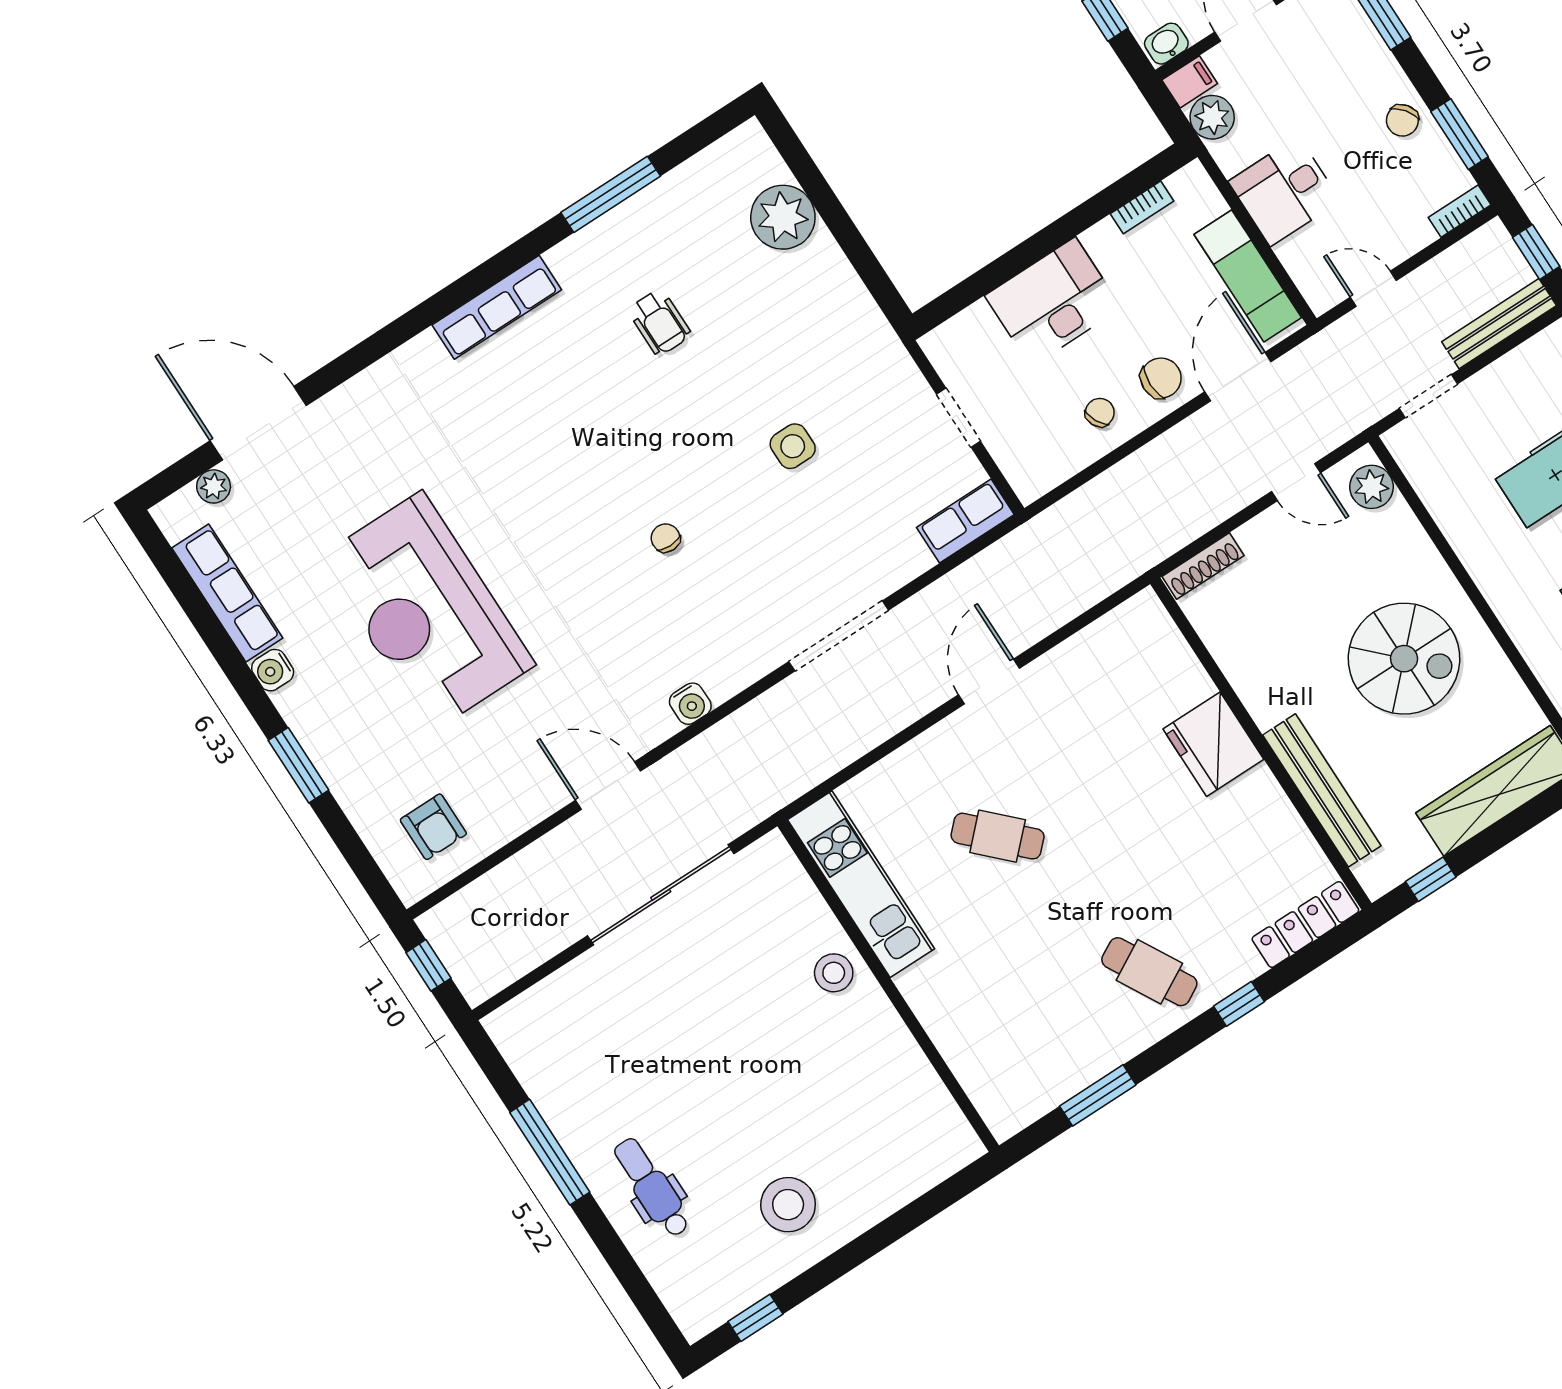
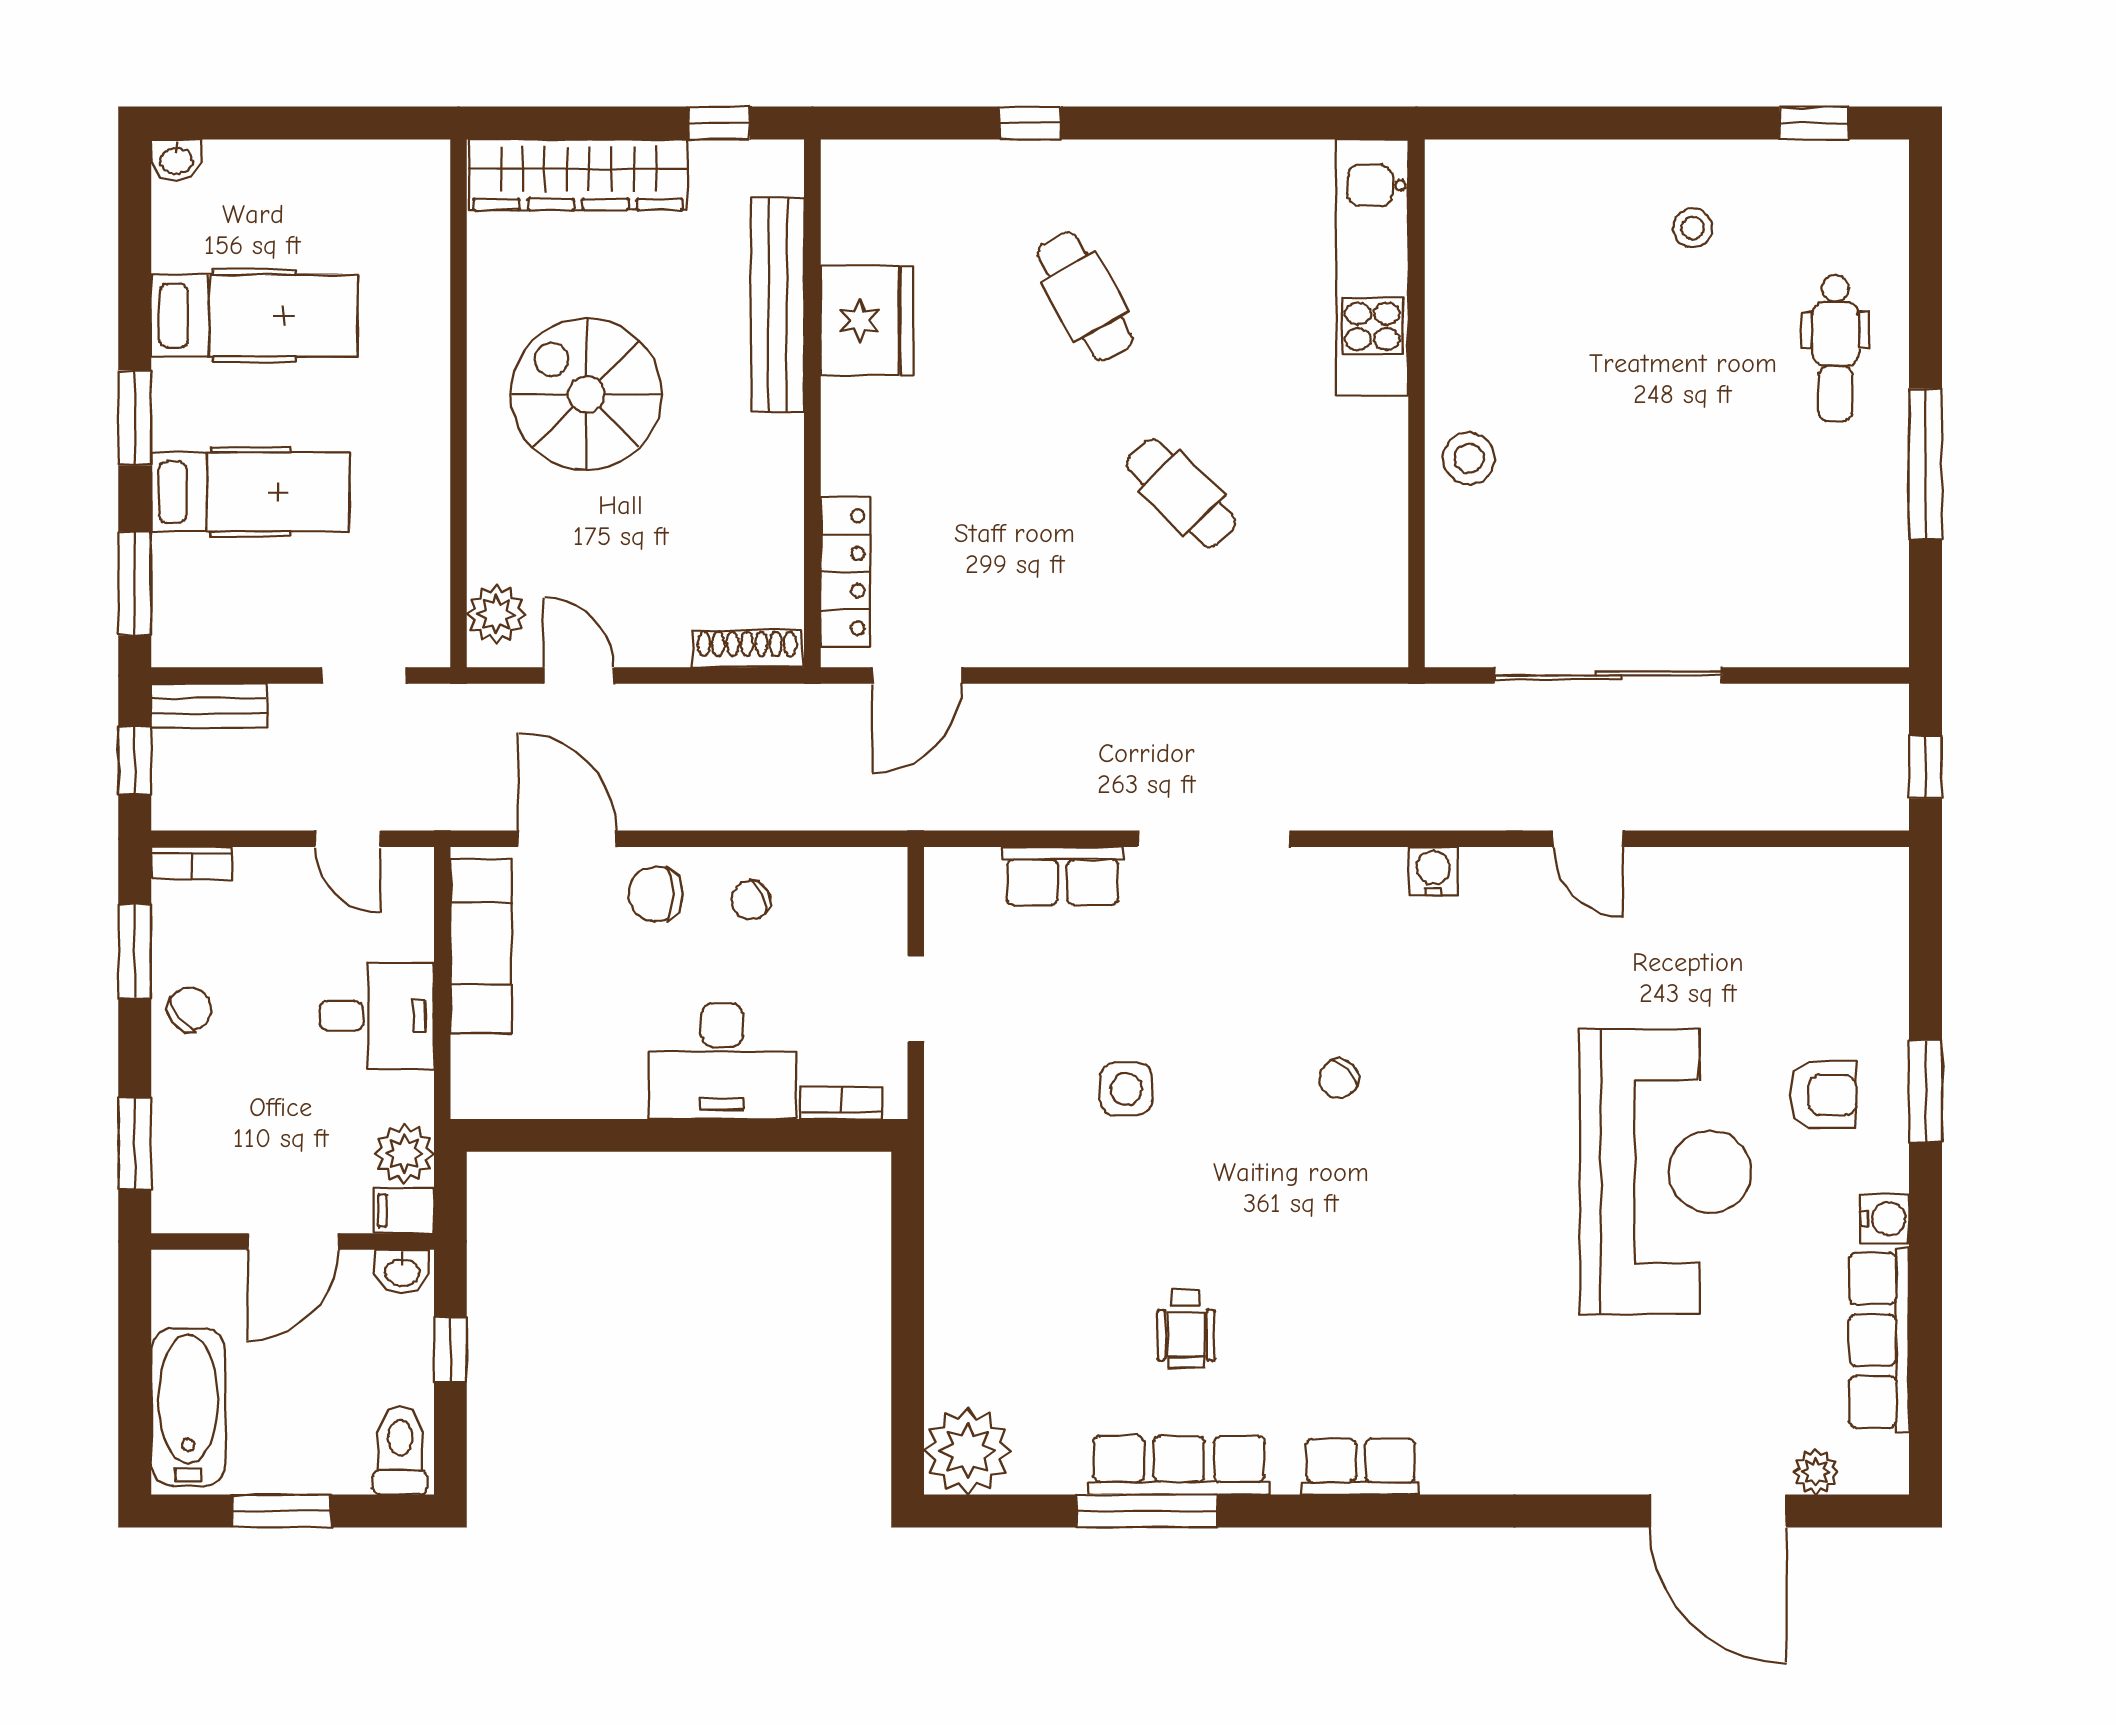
bookcase: (1142, 207) -> (841, 1103), moved
plant: (783, 217) -> (968, 1451), moved
row of seats: (609, 235) -> (1179, 1465), added
row of seats: (497, 307) -> (1361, 1467), width x0.68
wheelchair: (660, 322) -> (1186, 1329), turned 180
bench: (1499, 324) -> (209, 706), width x0.73
door: (1238, 377) -> (567, 839), swing flipped
row of seats: (965, 521) -> (1063, 876), moved
chair: (666, 538) -> (1339, 1078), turned 43
door: (989, 682) -> (917, 675), moved
fridge: (1213, 744) -> (867, 321), moved
door: (608, 786) -> (1588, 839), width x0.73
armchair: (433, 827) -> (1823, 1095), moved, turned 90
kitchen unit: (861, 884) -> (1372, 267), moved
locker: (1305, 925) -> (845, 572), moved, turned -90
cafe table: (1149, 972) -> (1085, 296), moved
window: (1098, 1095) -> (1259, 123), removed
stool: (788, 1205) -> (1693, 228), width x0.53, depth x0.53

